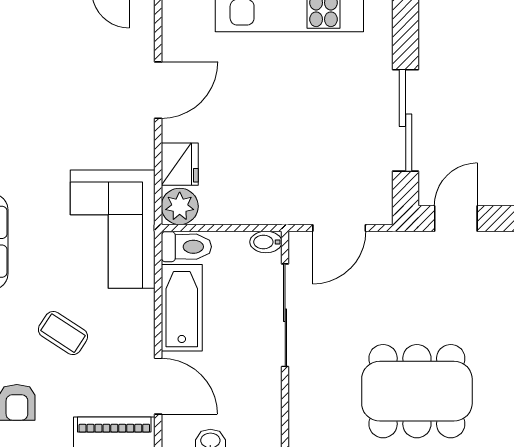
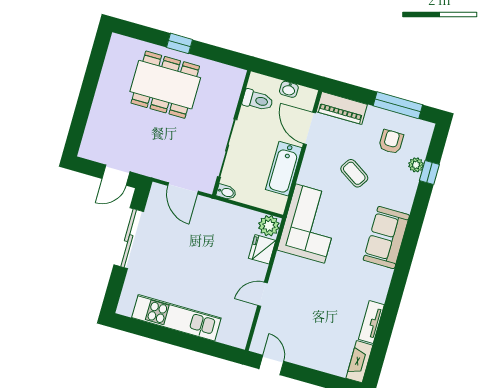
door: (158, 90) -> (262, 294), width x0.73
door: (339, 228) -> (183, 188), swing flipped
toilet: (186, 247) -> (258, 100), moved, turned 180

